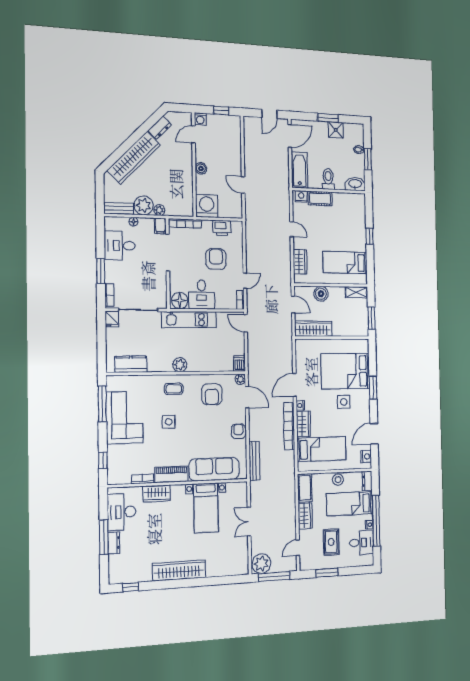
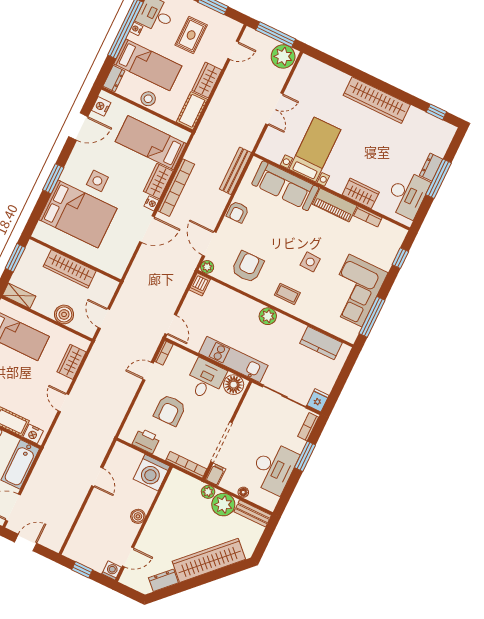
desk: (120, 246) -> (274, 468), width x1.37
wardrobe: (313, 329) -> (70, 269), moved

